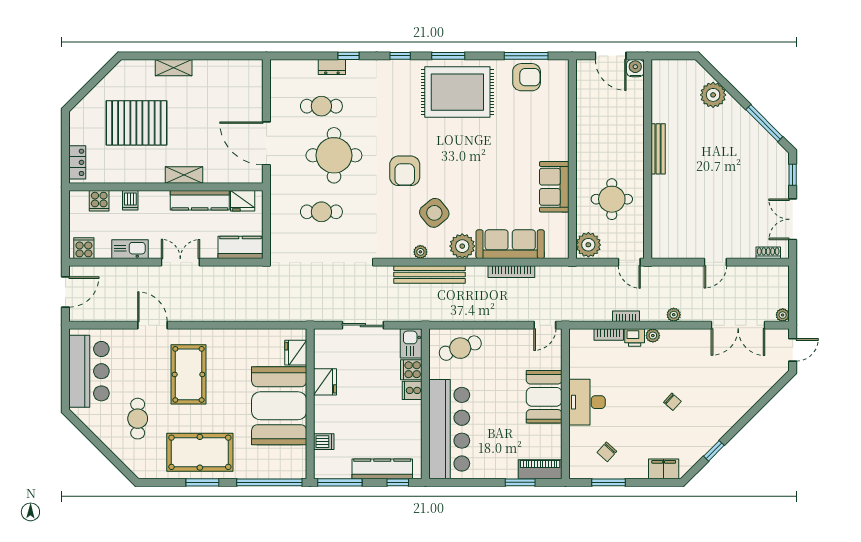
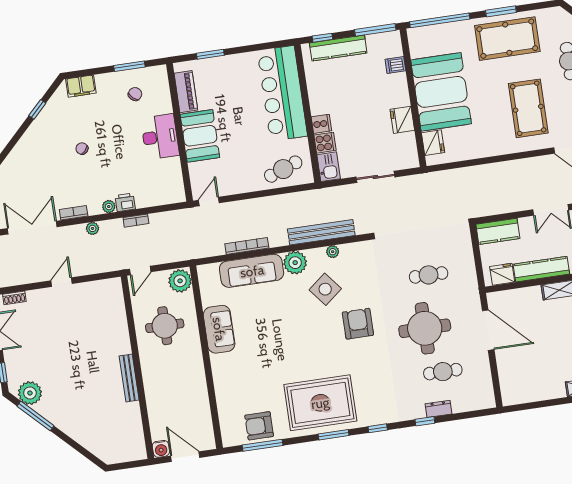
plant: (713, 95) -> (30, 393), moved
door: (629, 262) -> (140, 270), swing flipped
bookcase: (609, 334) -> (74, 213), moved
piano: (540, 469) -> (186, 92), moved, turned -90

